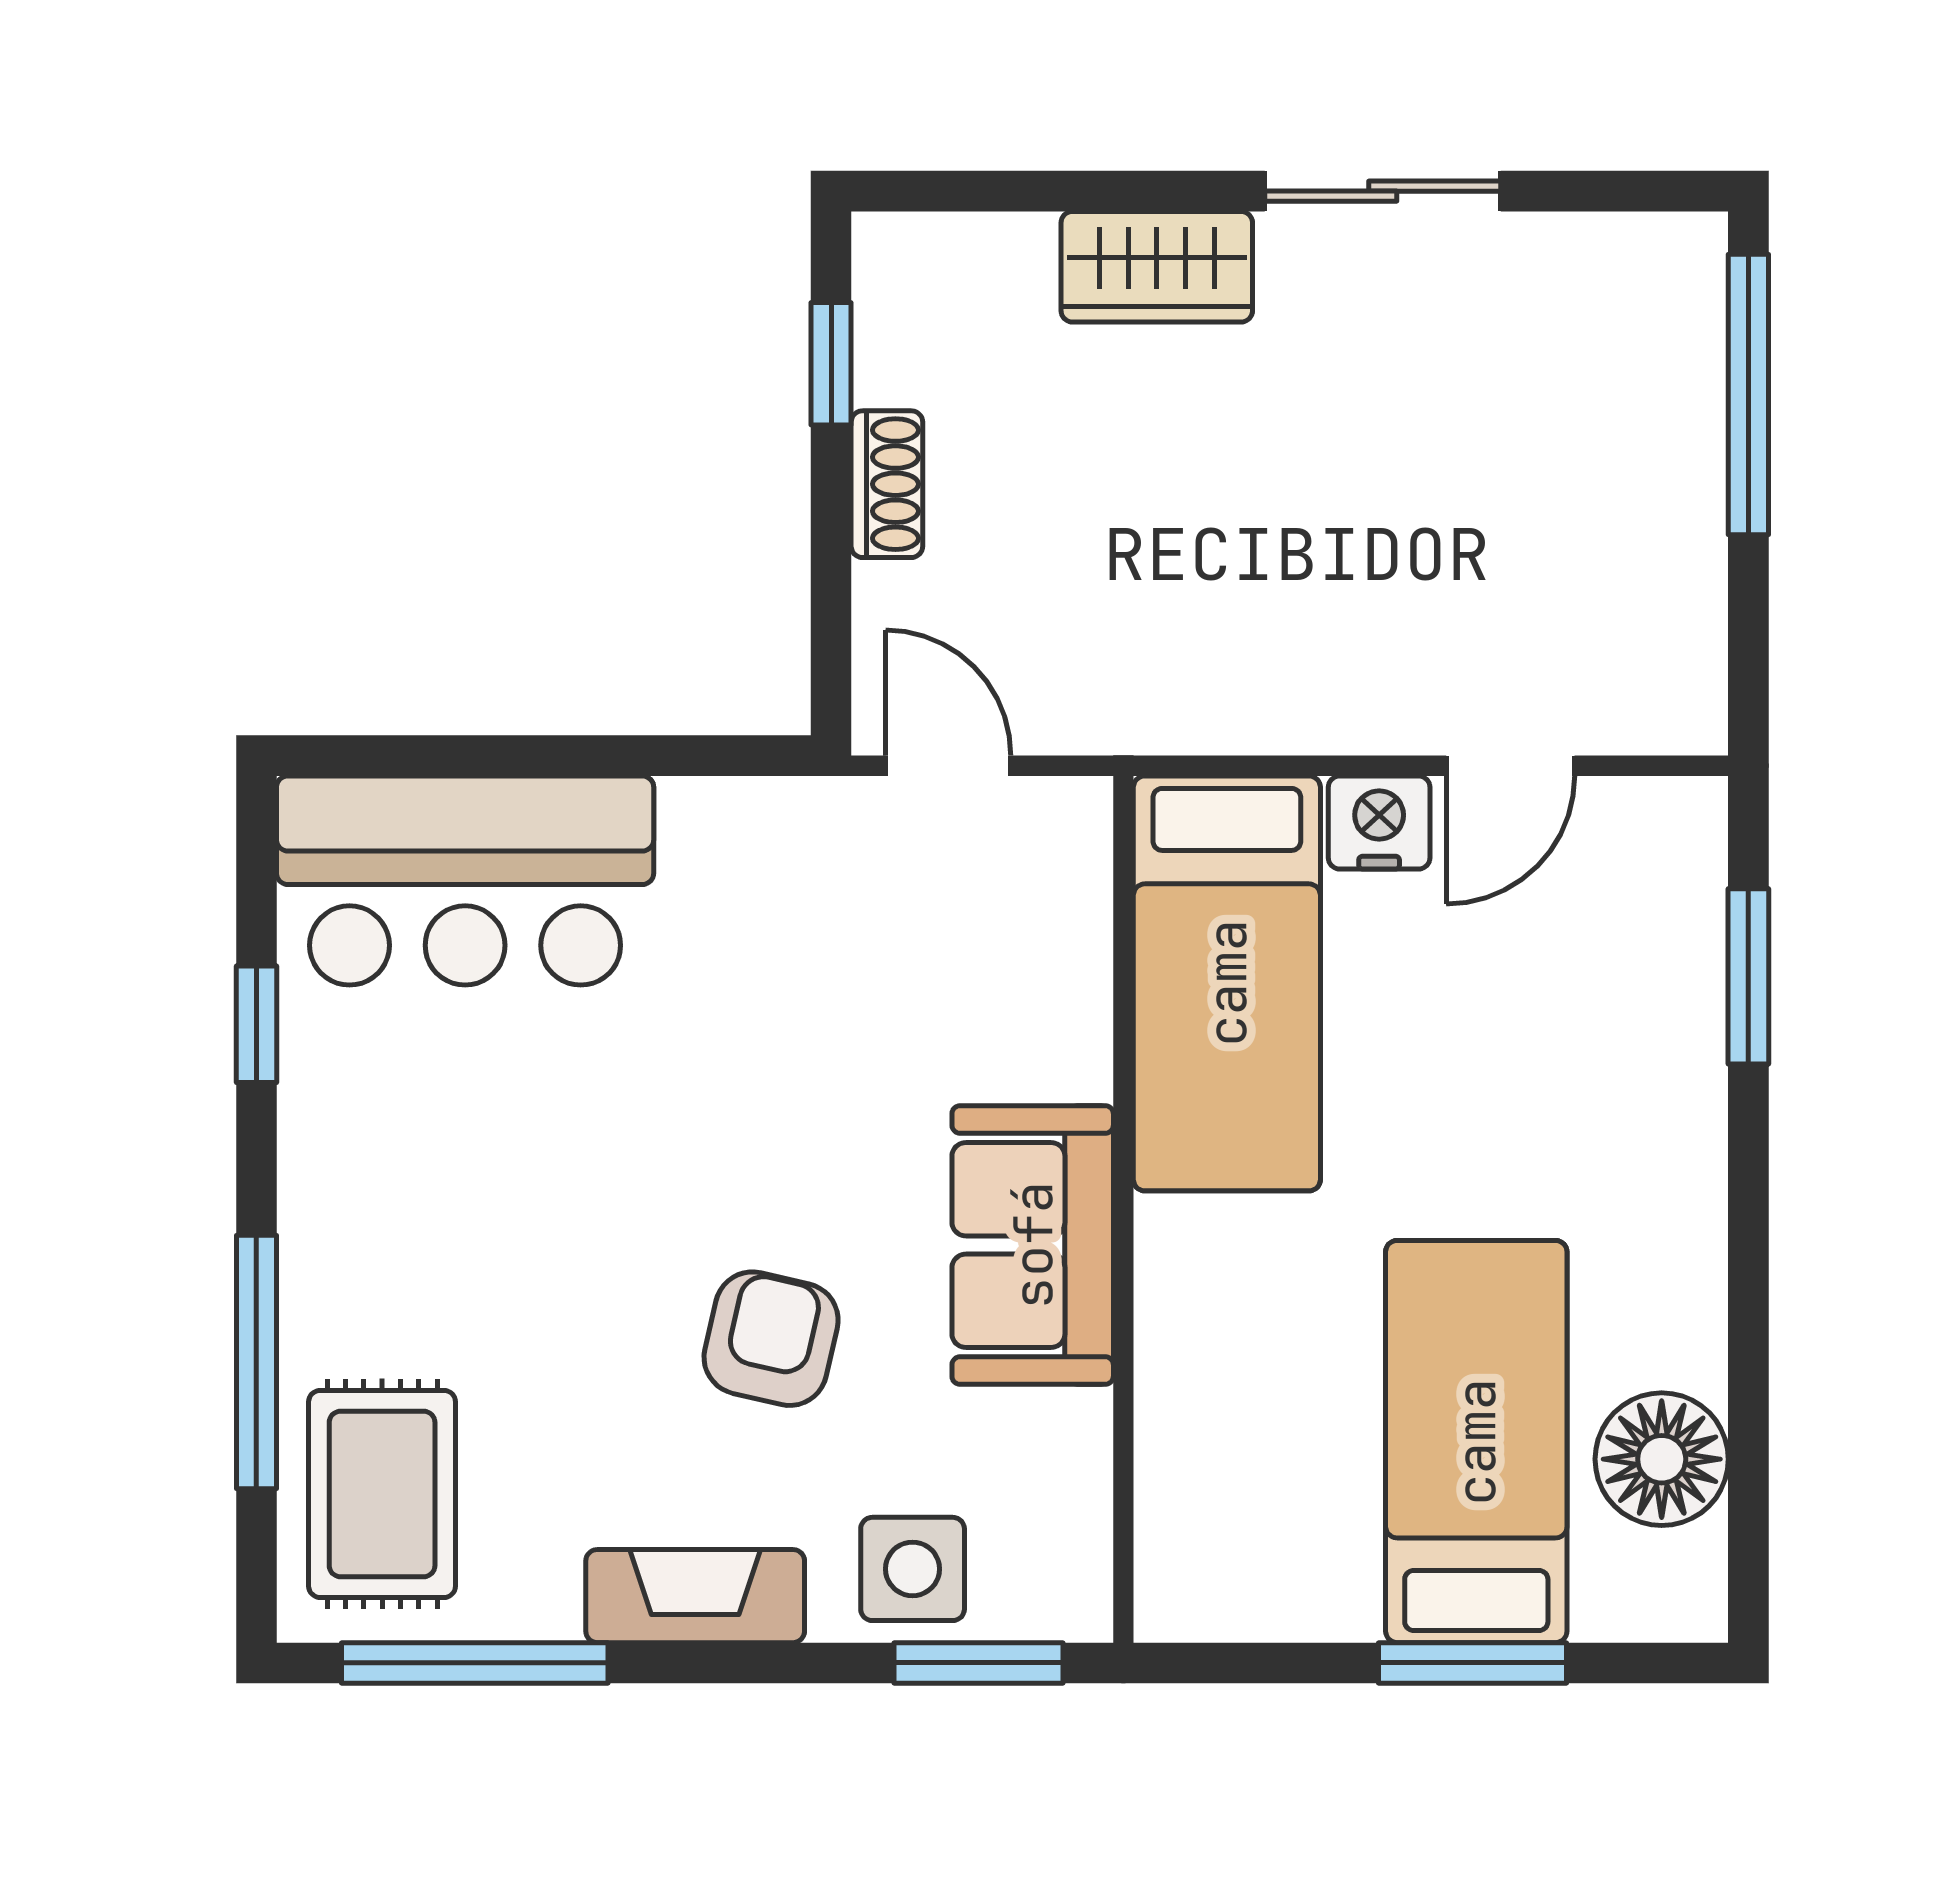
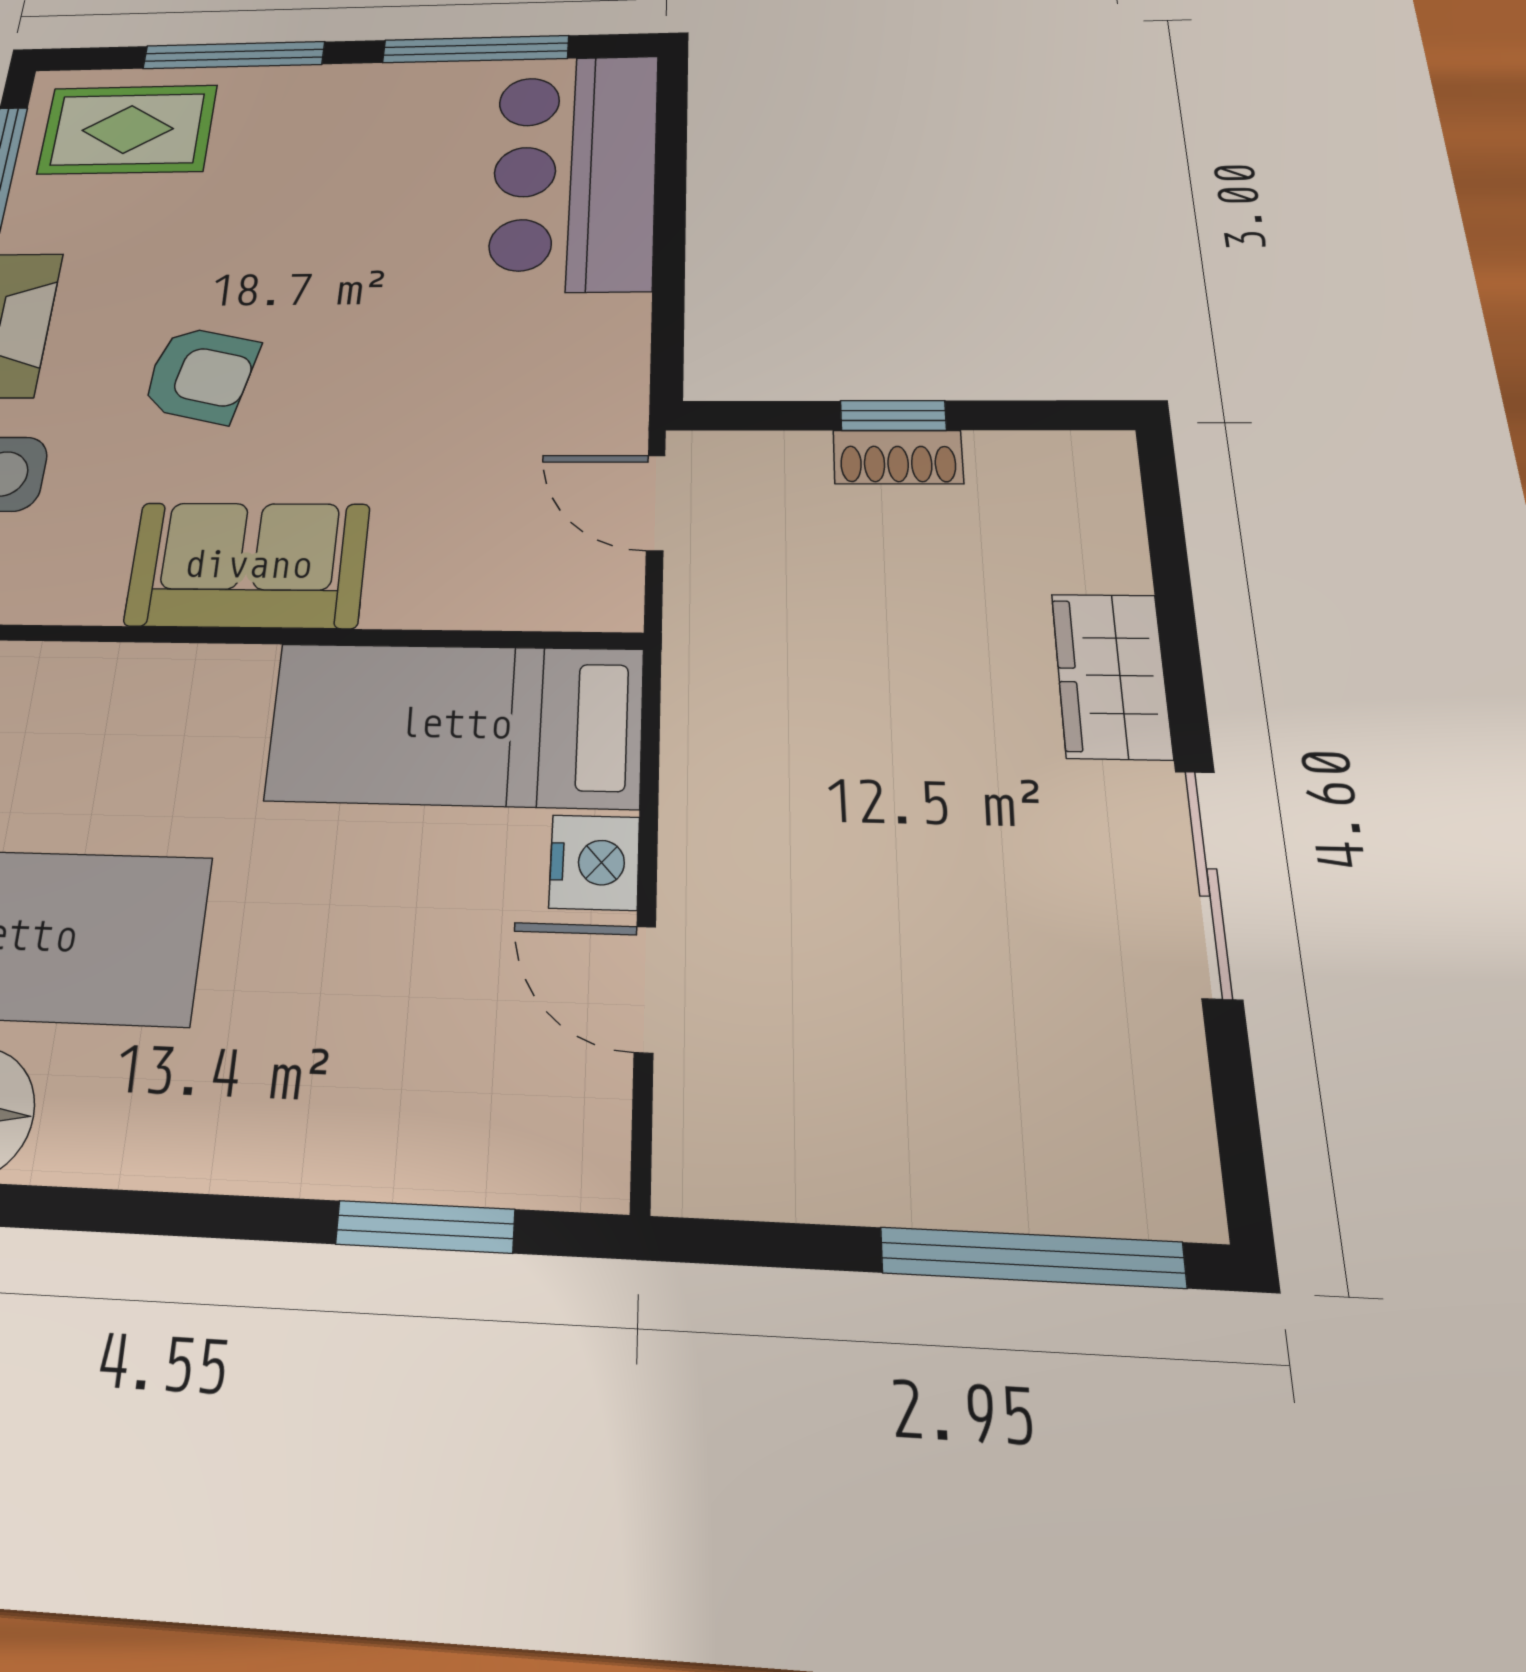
window: (831, 364) -> (893, 415), moved
door: (948, 766) -> (656, 503), swing flipped
window: (256, 1024) -> (475, 49), width x2.17

